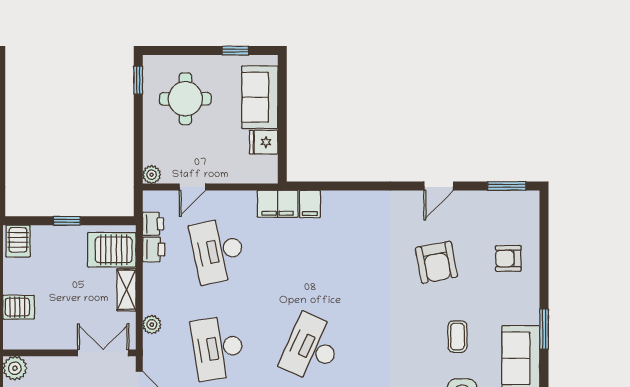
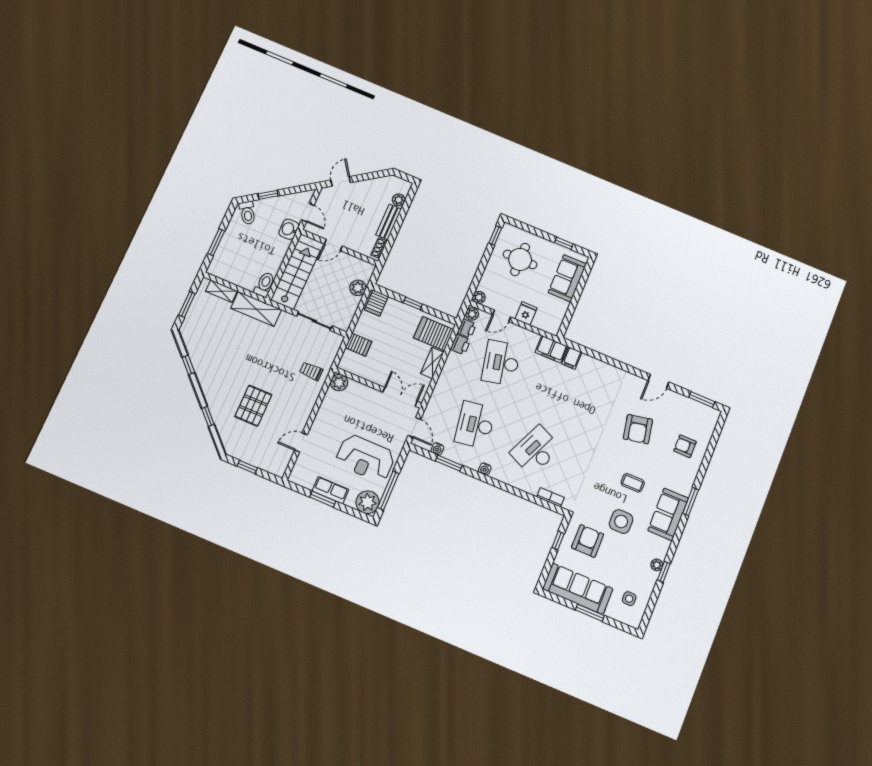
fridge: (264, 142) -> (526, 313), moved, turned 90
plant: (152, 325) -> (472, 314), moved
coffee table: (457, 337) -> (633, 483), turned 90

